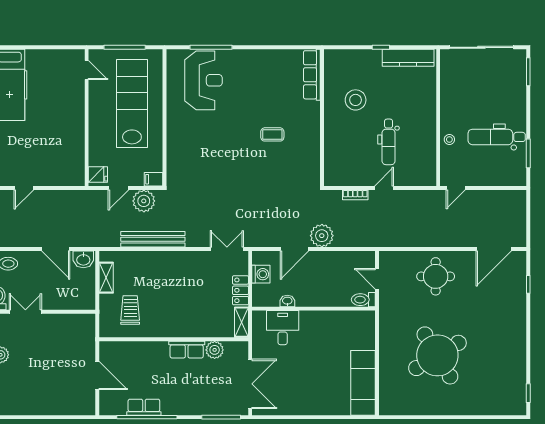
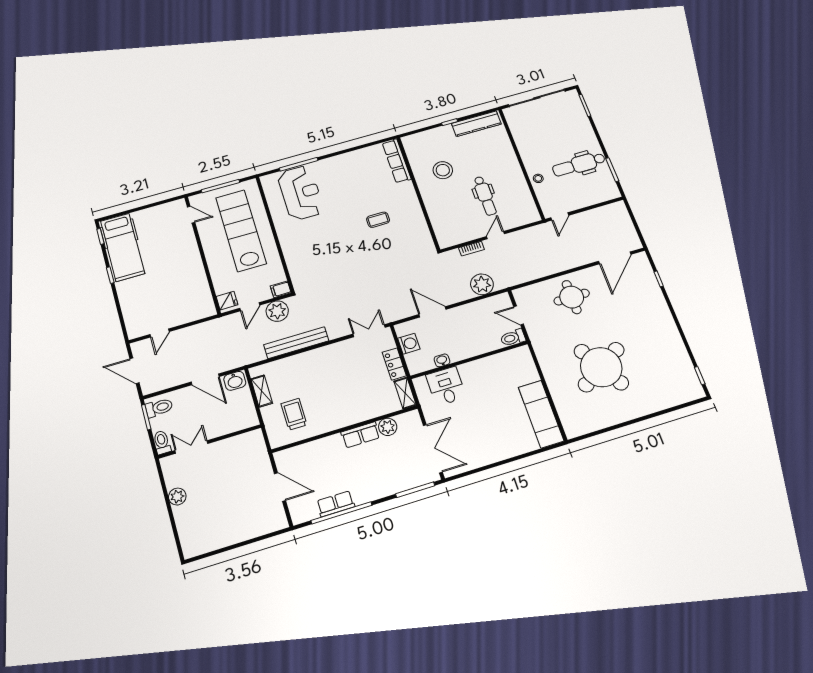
plant: (322, 236) -> (482, 284), moved
door: (294, 249) -> (432, 312), swing flipped

